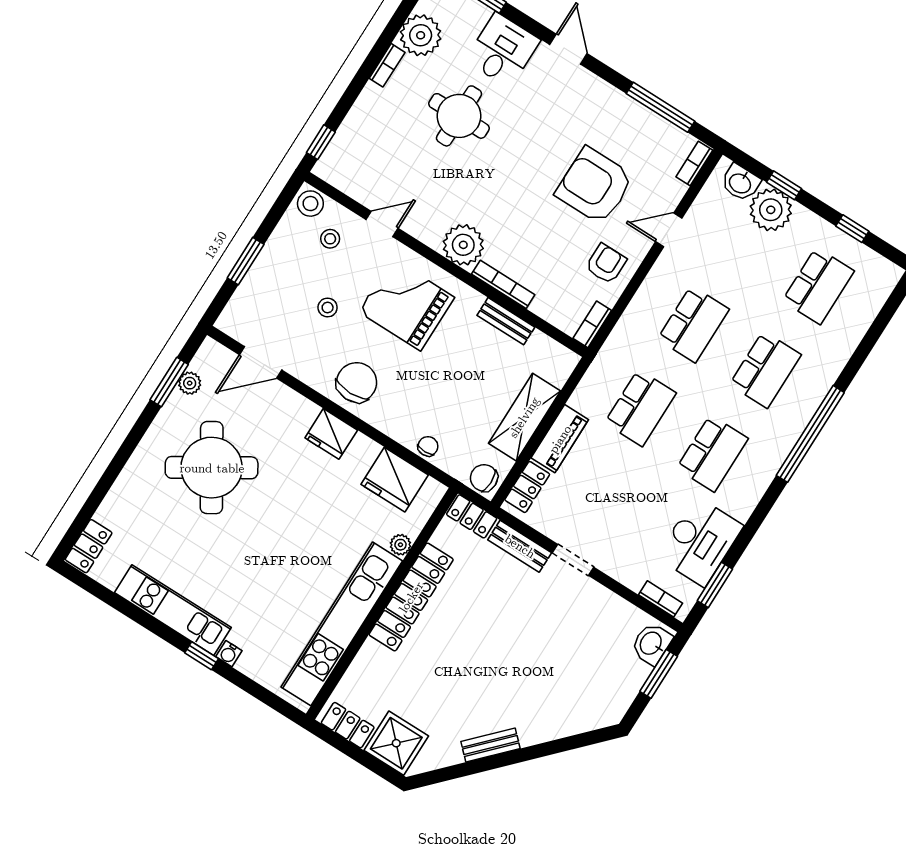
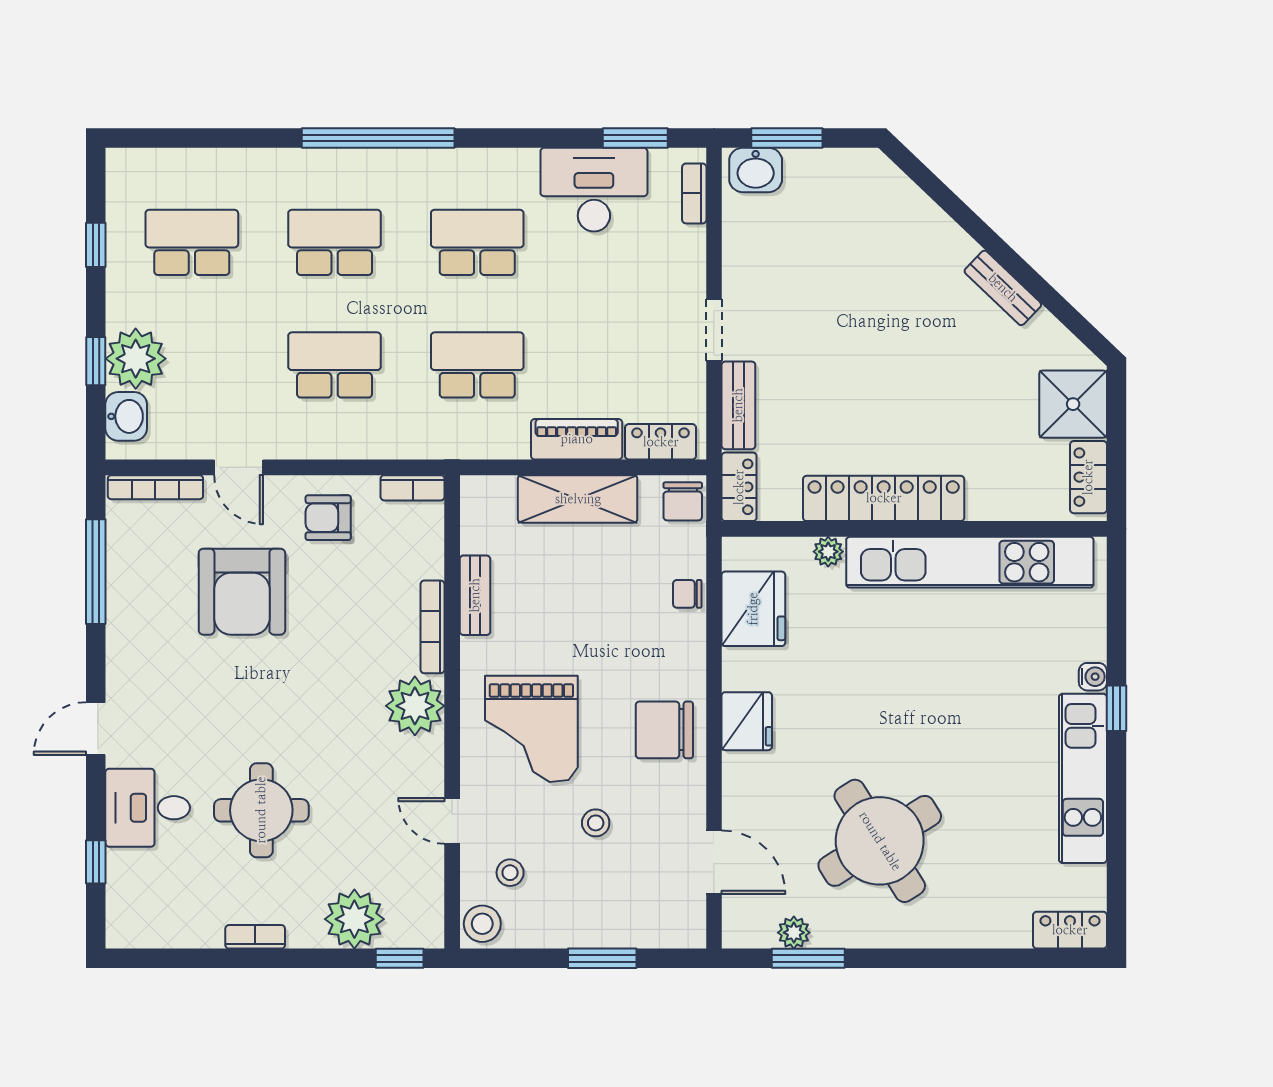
plant: (421, 35) -> (354, 919), moved
bookcase: (694, 164) -> (155, 487), width x1.56

